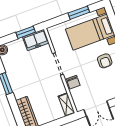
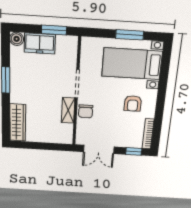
freezer: (36, 40) -> (40, 43), moved
shelving: (67, 105) -> (68, 110), moved

